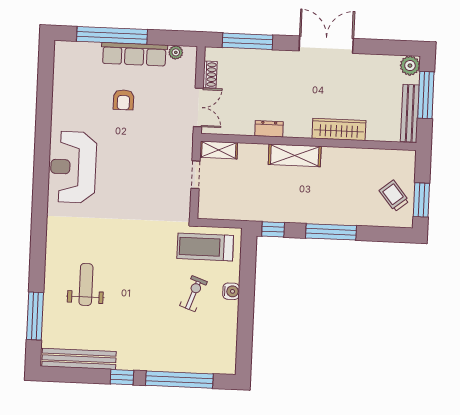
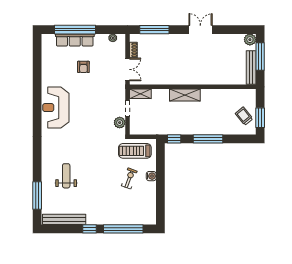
double door: (326, 45) -> (200, 30), width x0.73
row of seats: (134, 54) -> (75, 40), moved
dresser: (269, 129) -> (169, 80), removed
wardrobe: (339, 129) -> (210, 79), removed
plant: (181, 198) -> (120, 123), added

